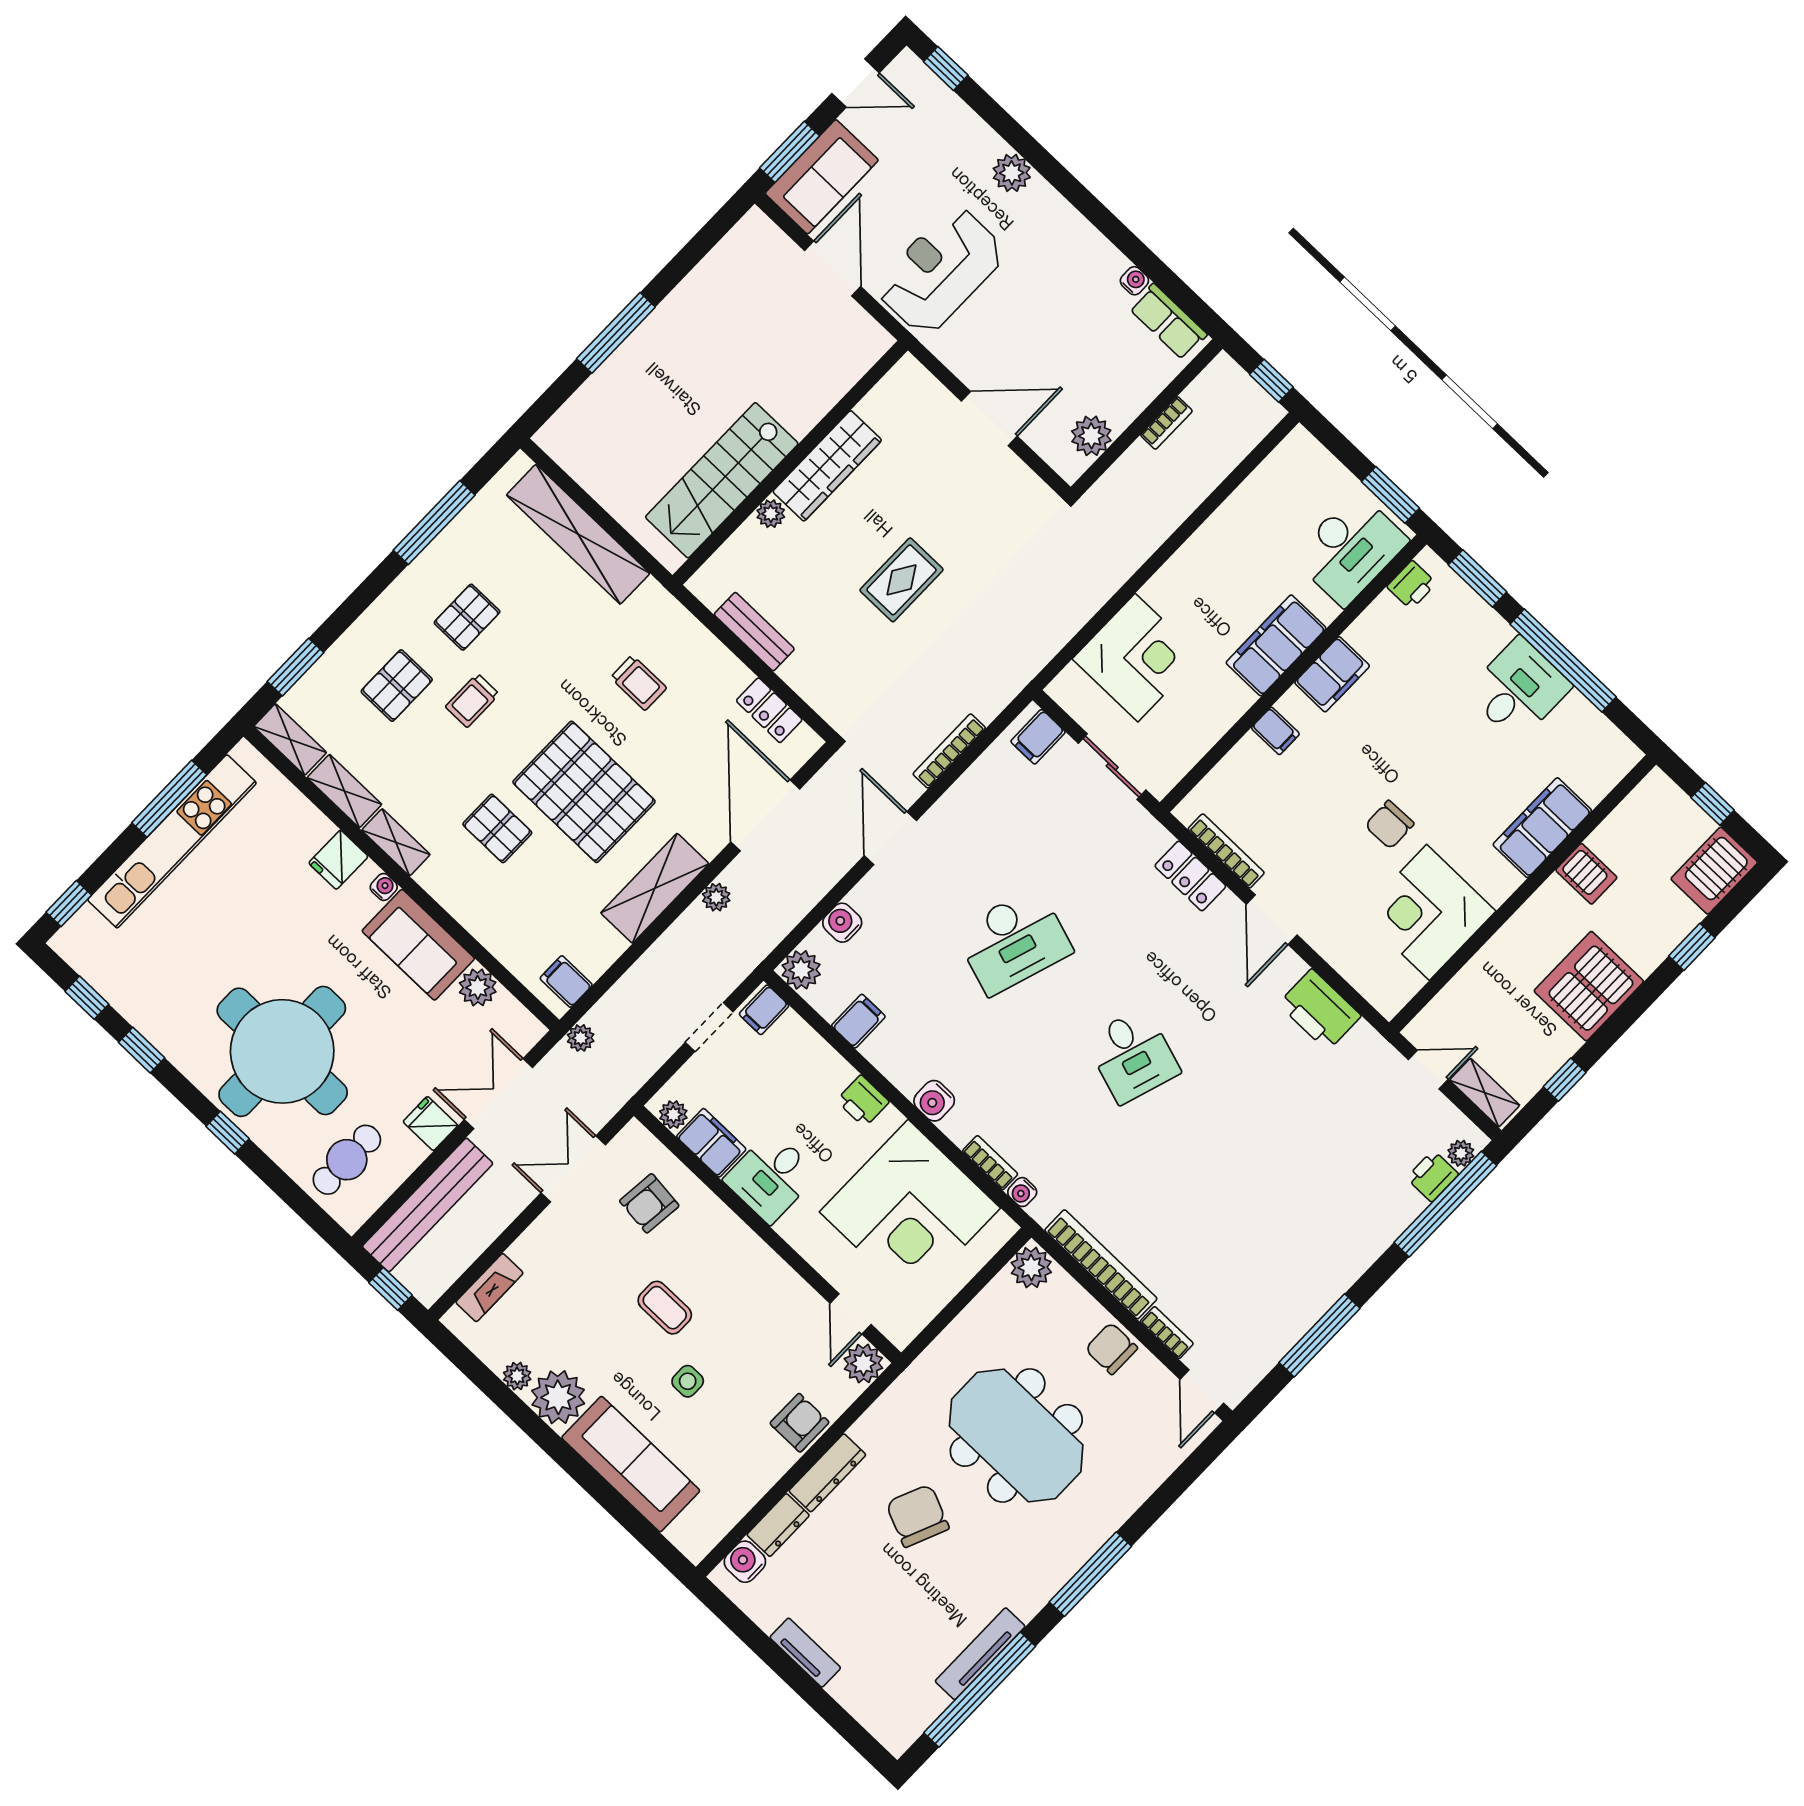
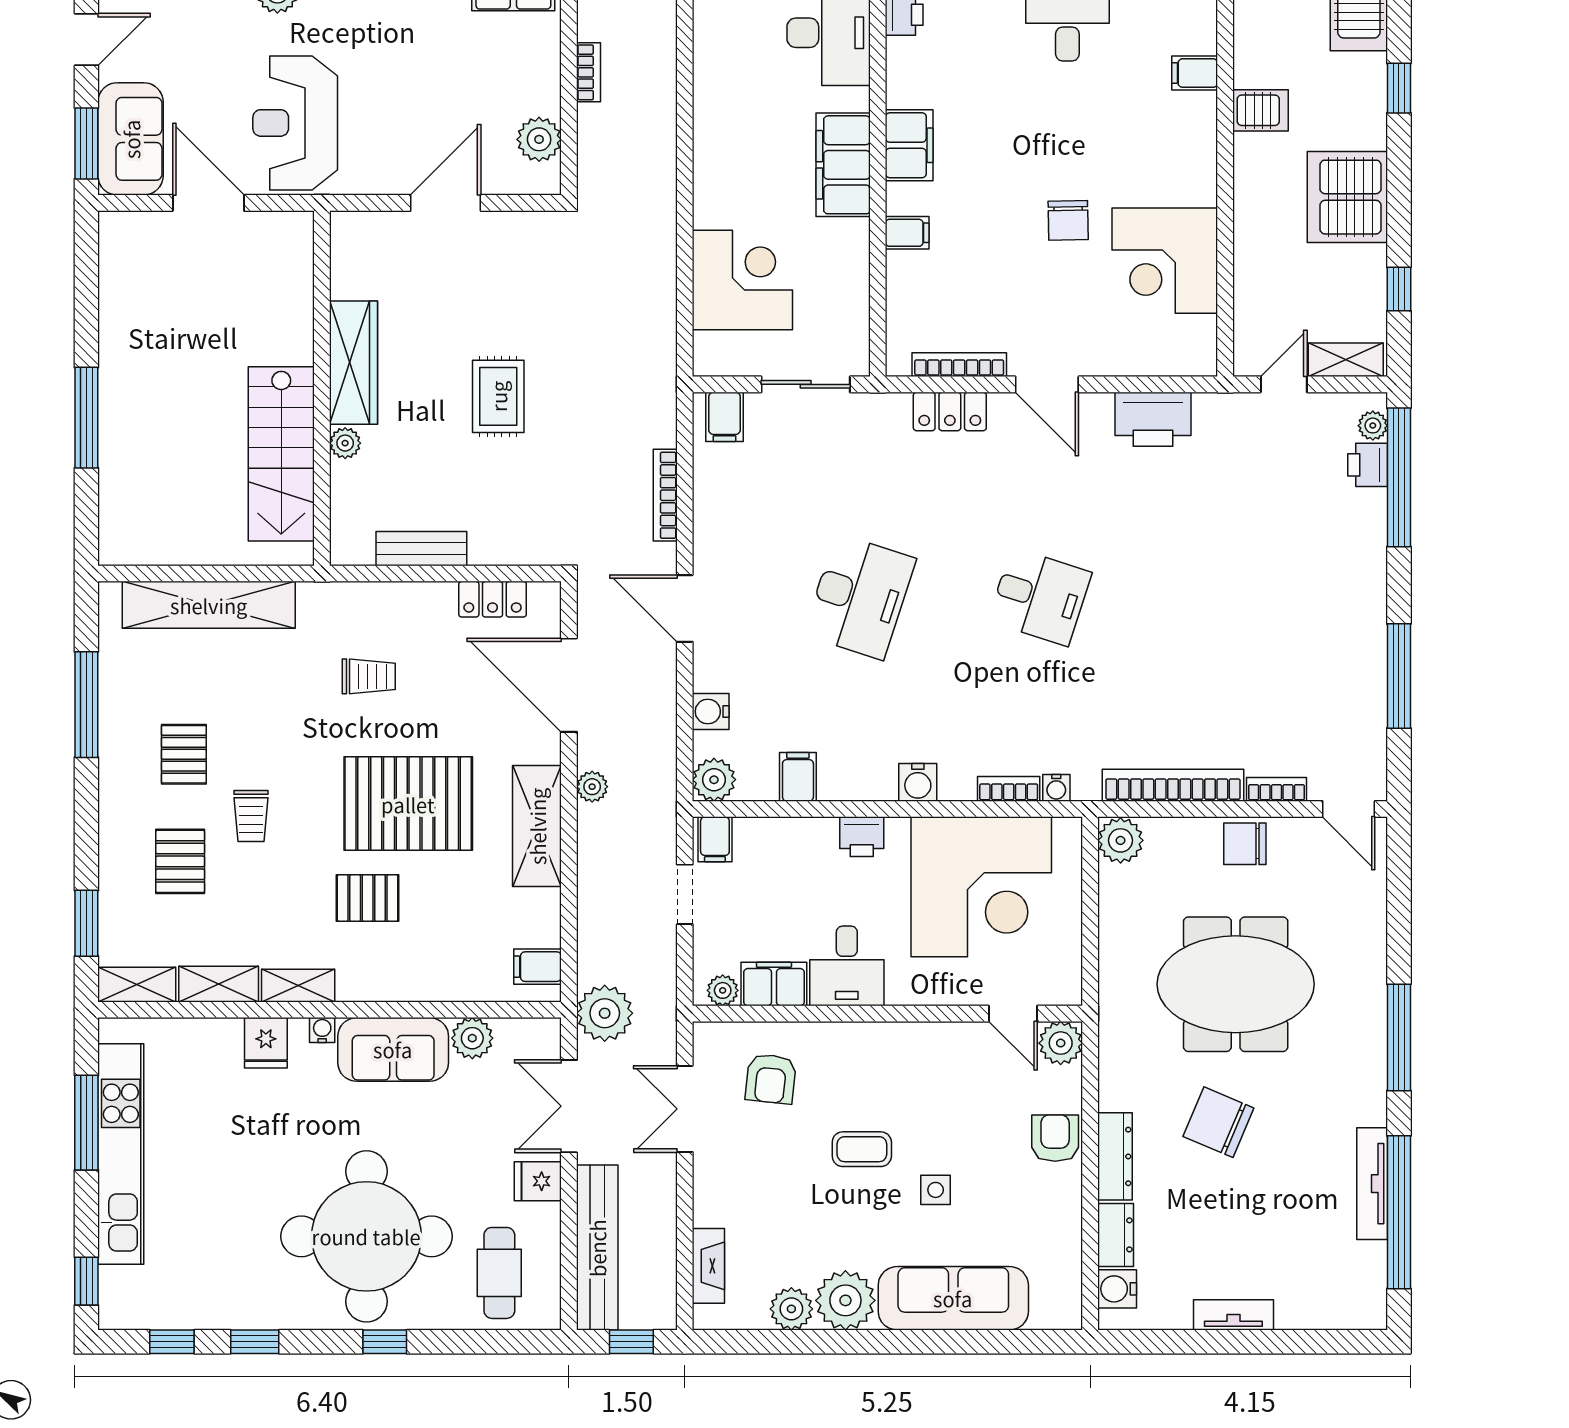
filing cabinet: (1542, 828) -> (1195, 73), width x0.33, depth x0.86
plant: (581, 1038) -> (605, 1013), width x1.88, depth x1.88
plant: (517, 1376) -> (791, 1309), width x1.38, depth x1.38

